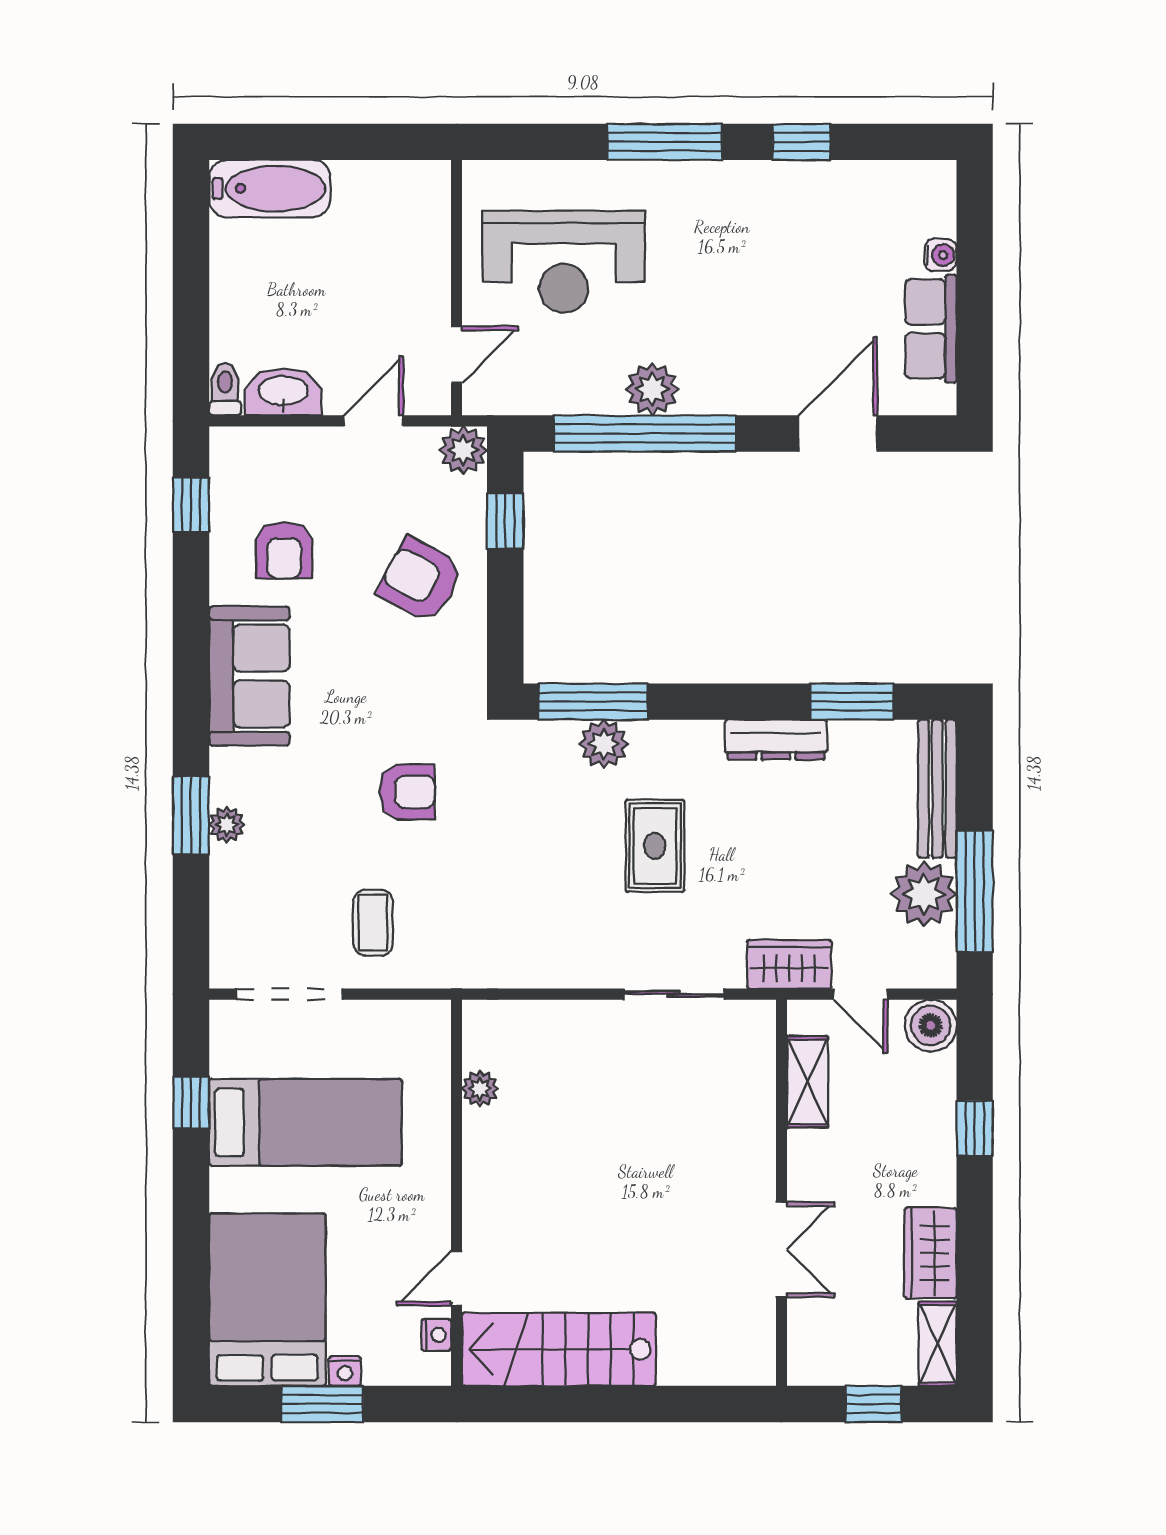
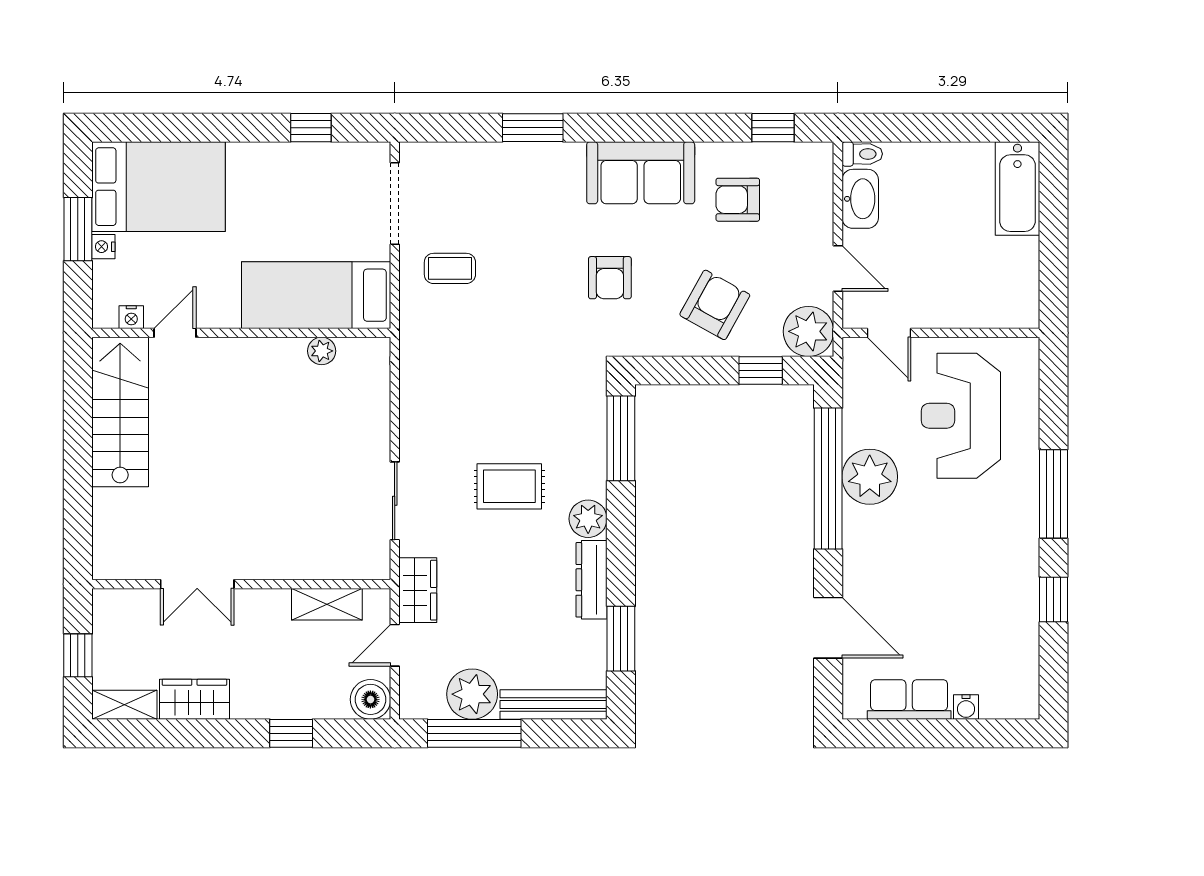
plant: (652, 389) -> (870, 477), width x1.36, depth x1.36
plant: (463, 450) -> (809, 331), width x1.36, depth x1.36
plant: (604, 744) -> (588, 519), moved
armchair: (407, 792) -> (610, 278), moved
plant: (227, 825) -> (526, 155), removed
bed: (305, 1122) -> (316, 295), moved, turned 90
door: (456, 1278) -> (175, 333), hinge flipped

